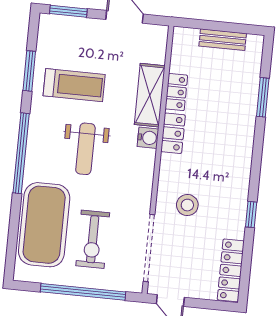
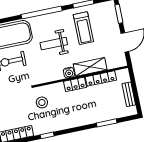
locker: (176, 92) -> (101, 78), width x1.53

